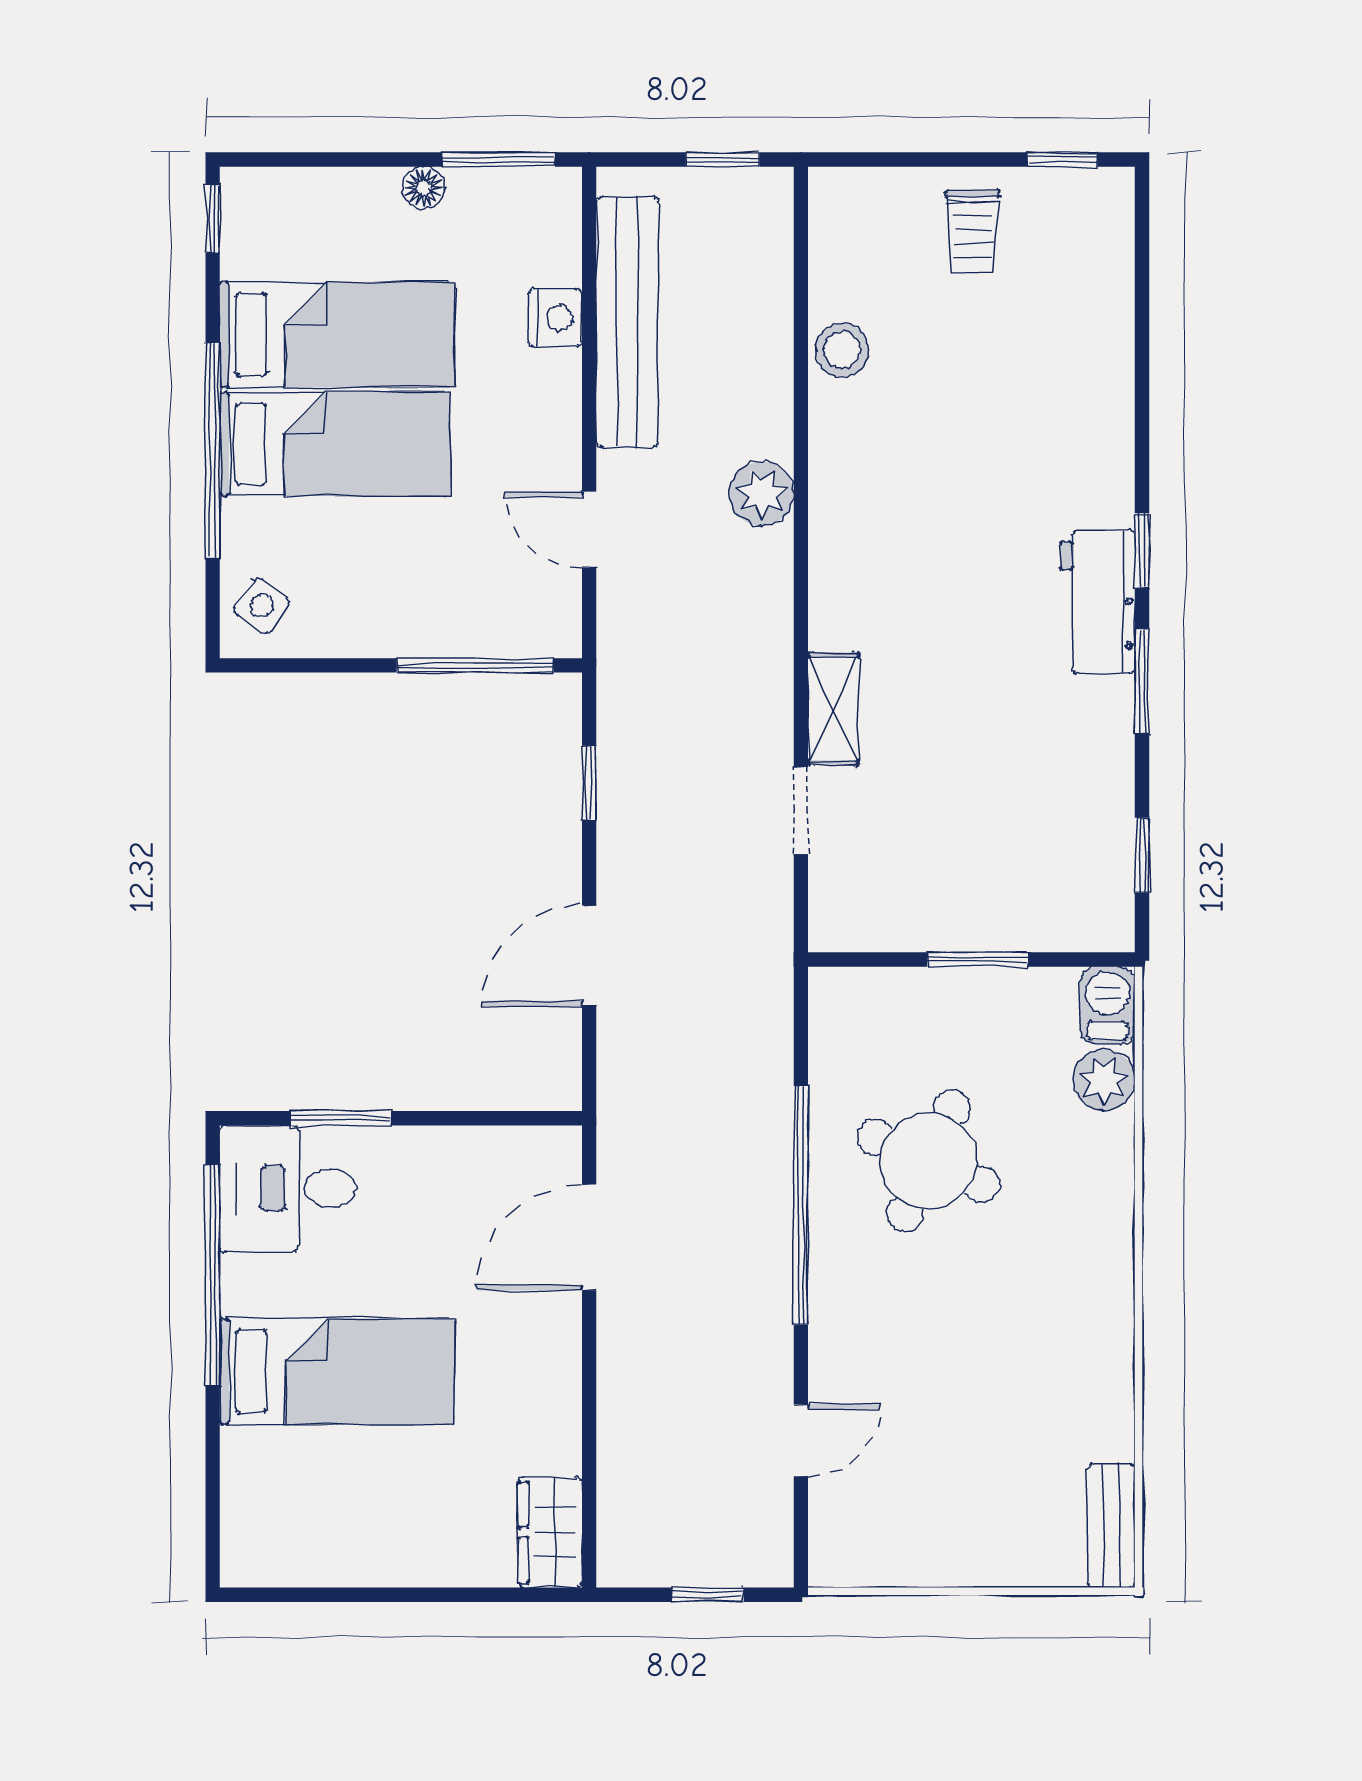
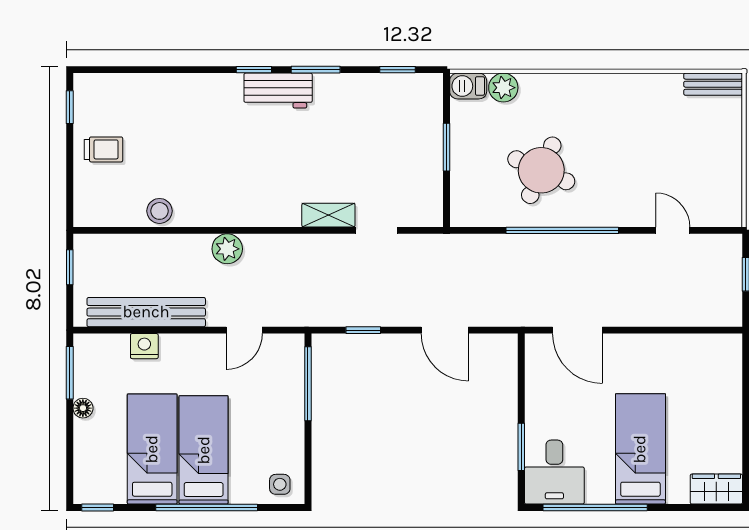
side table: (262, 606) -> (280, 484), turned -35
wardrobe: (550, 1532) -> (716, 489), moved, turned 180

